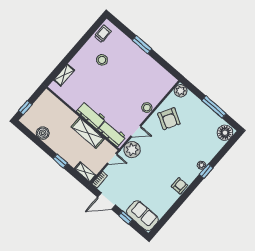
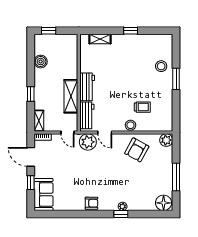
trolley: (103, 34) -> (142, 107), moved
window: (77, 47) -> (131, 31), added
stool: (102, 60) -> (161, 66), moved

